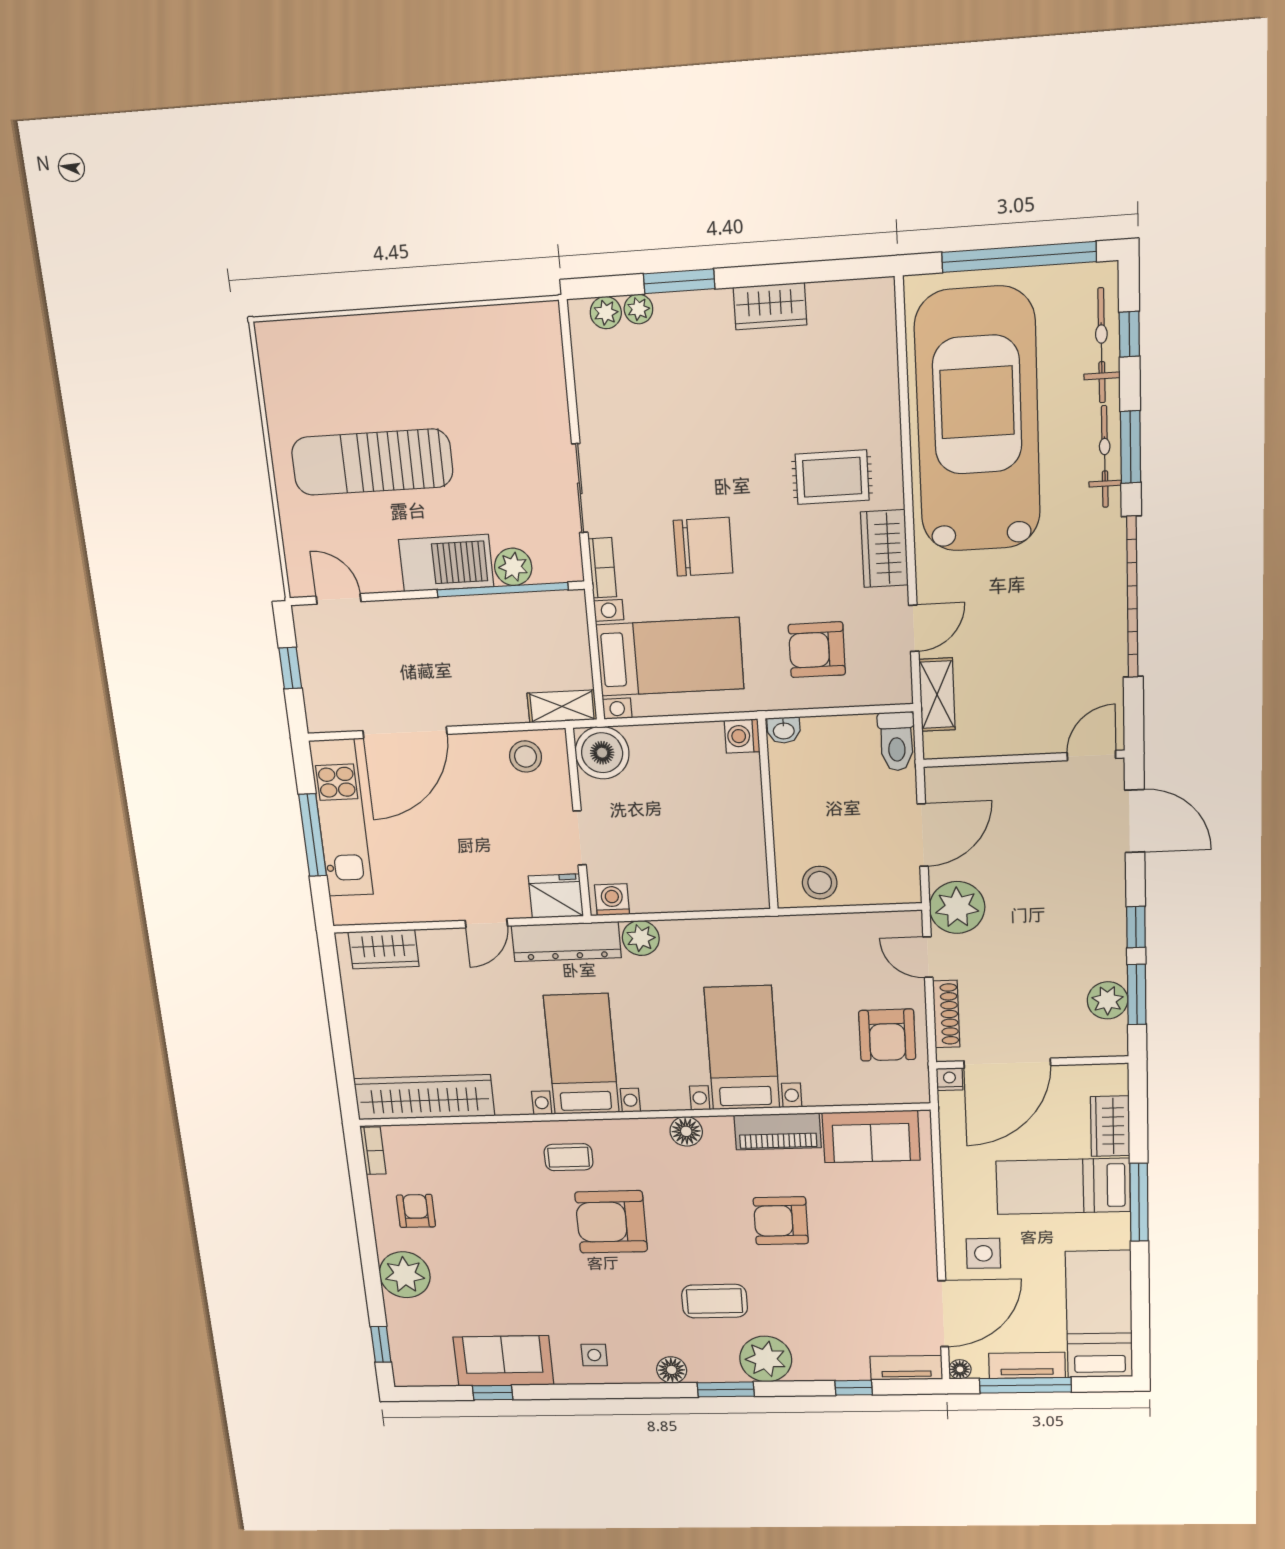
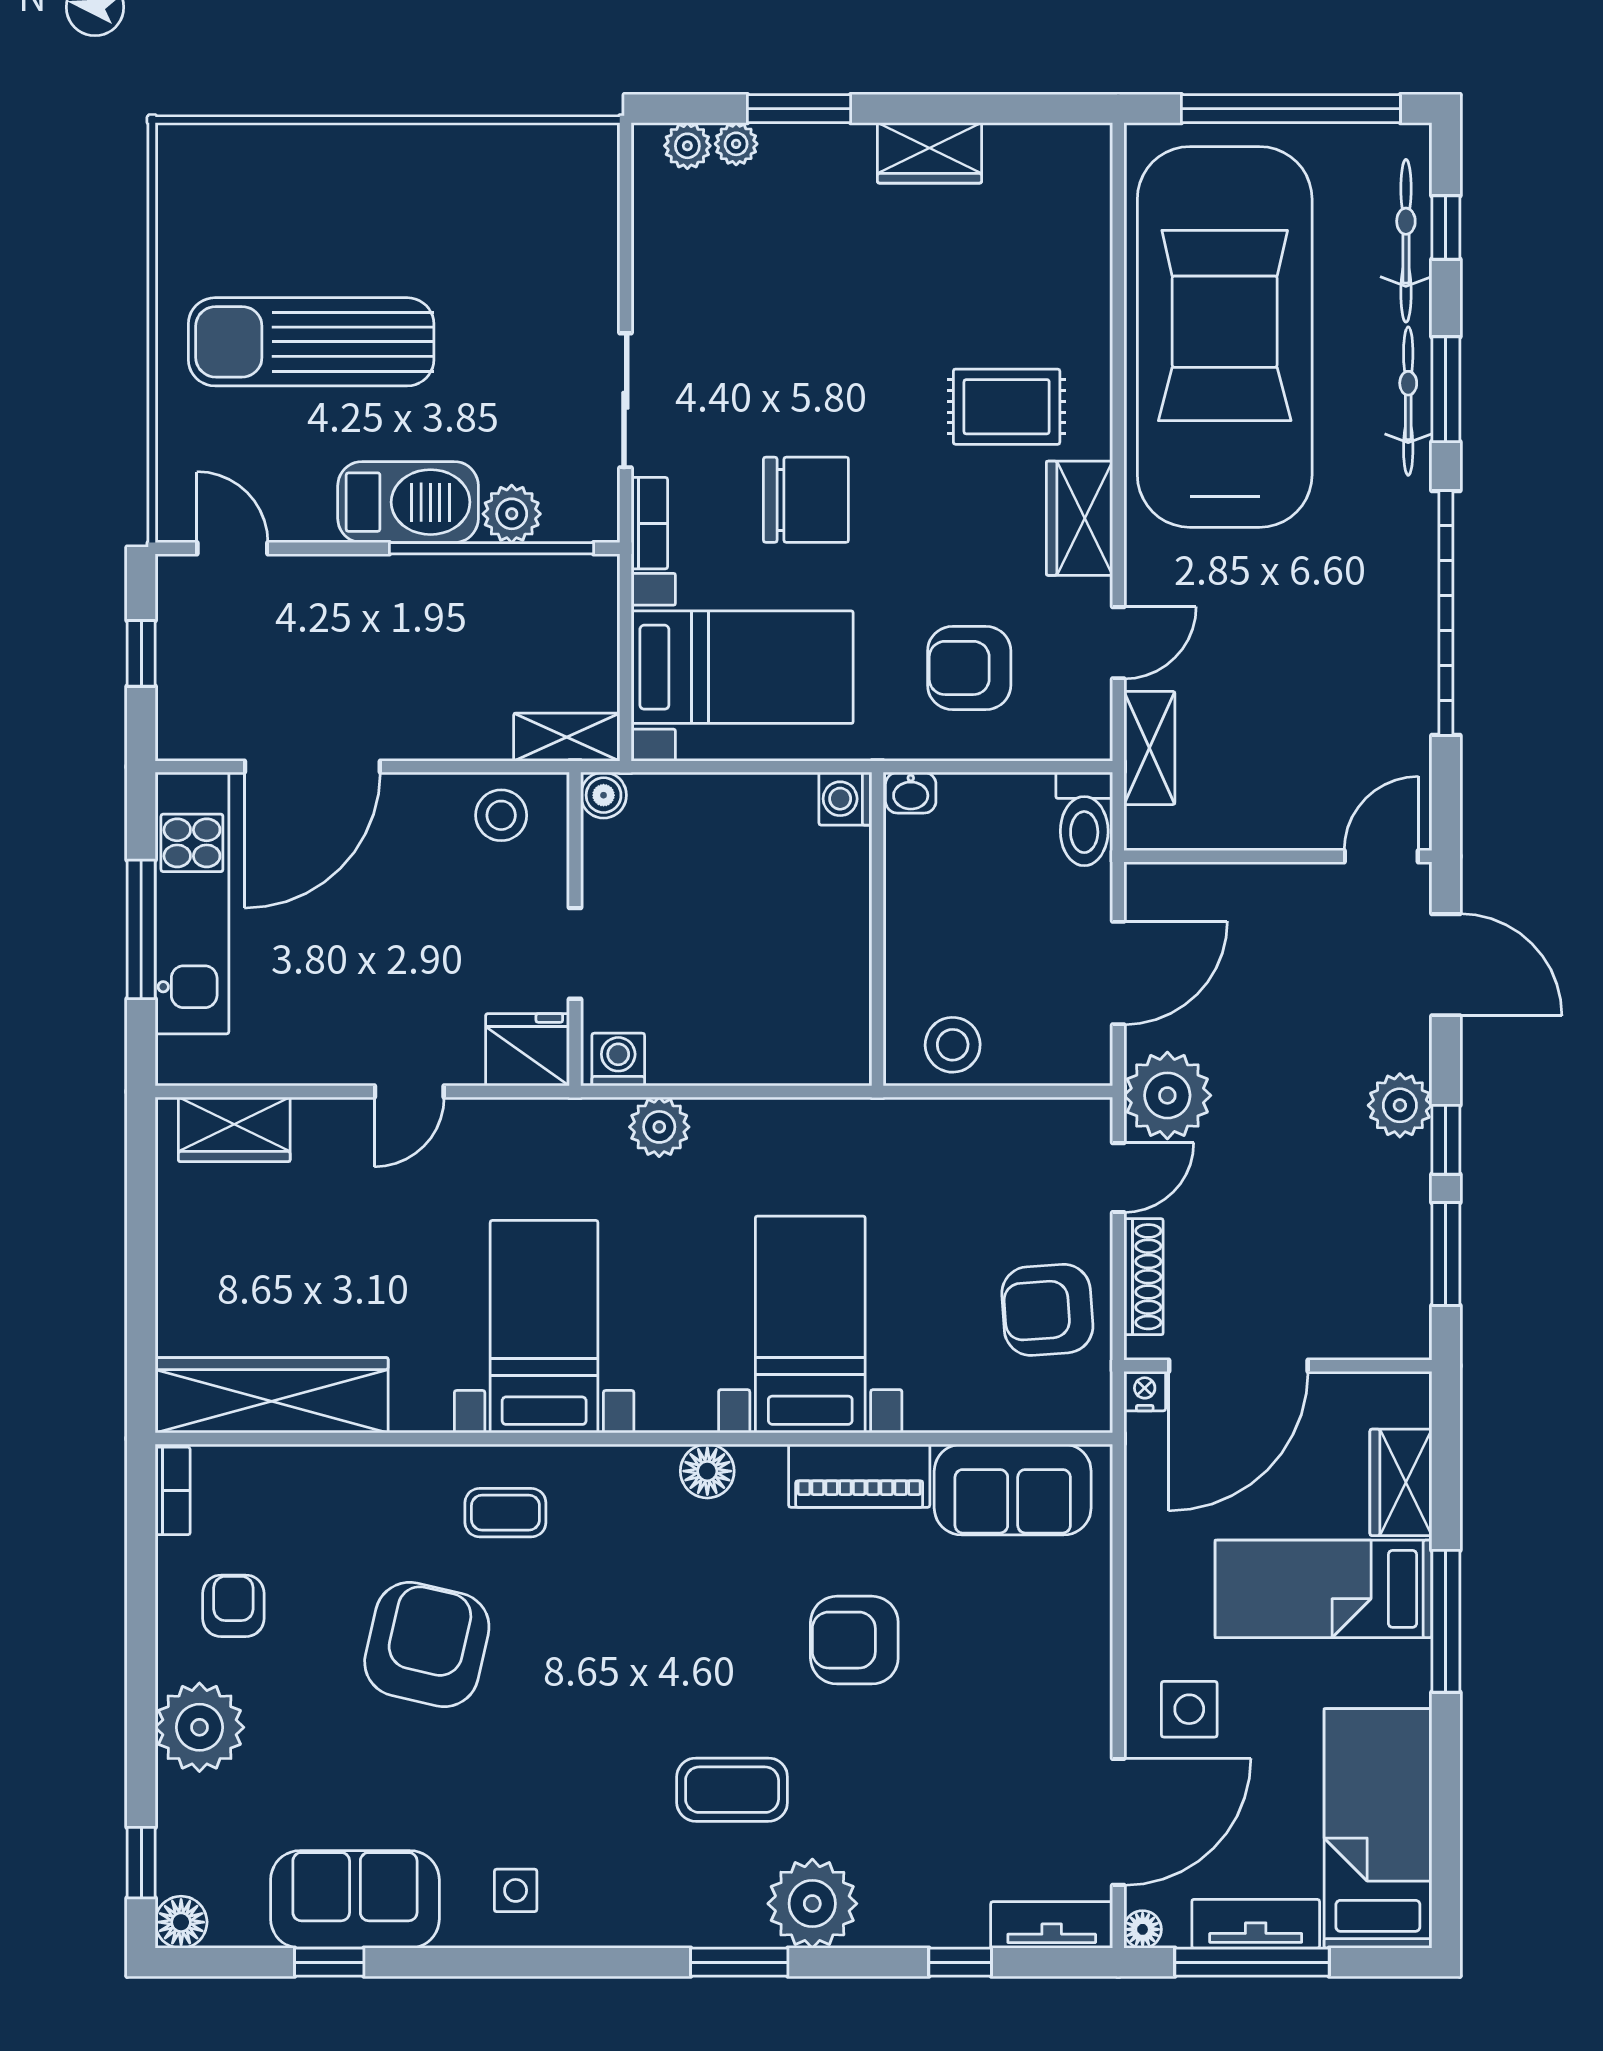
boiler: (602, 753) -> (604, 795), width x0.54, depth x0.54
dresser: (566, 942) -> (537, 1128), removed
door: (928, 957) -> (1118, 1178), swing flipped
plant: (1108, 1000) -> (1400, 1105), moved
armchair: (887, 1035) -> (1047, 1310), turned 86
armchair: (611, 1222) -> (427, 1645), moved, turned 103
floor lamp: (672, 1370) -> (181, 1922), moved

